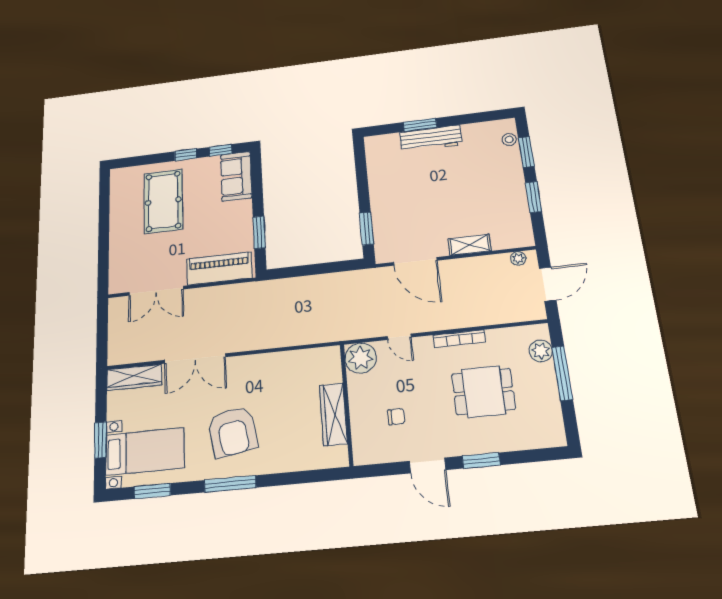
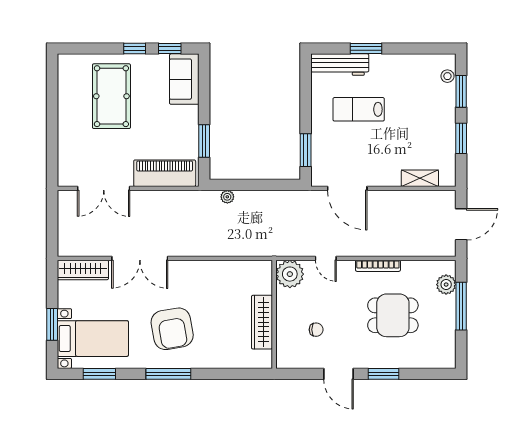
workbench: (431, 138) -> (340, 65), moved
lab bench: (419, 182) -> (359, 109), added
shelving: (470, 245) -> (420, 178), moved
plant: (518, 258) -> (227, 197), moved

